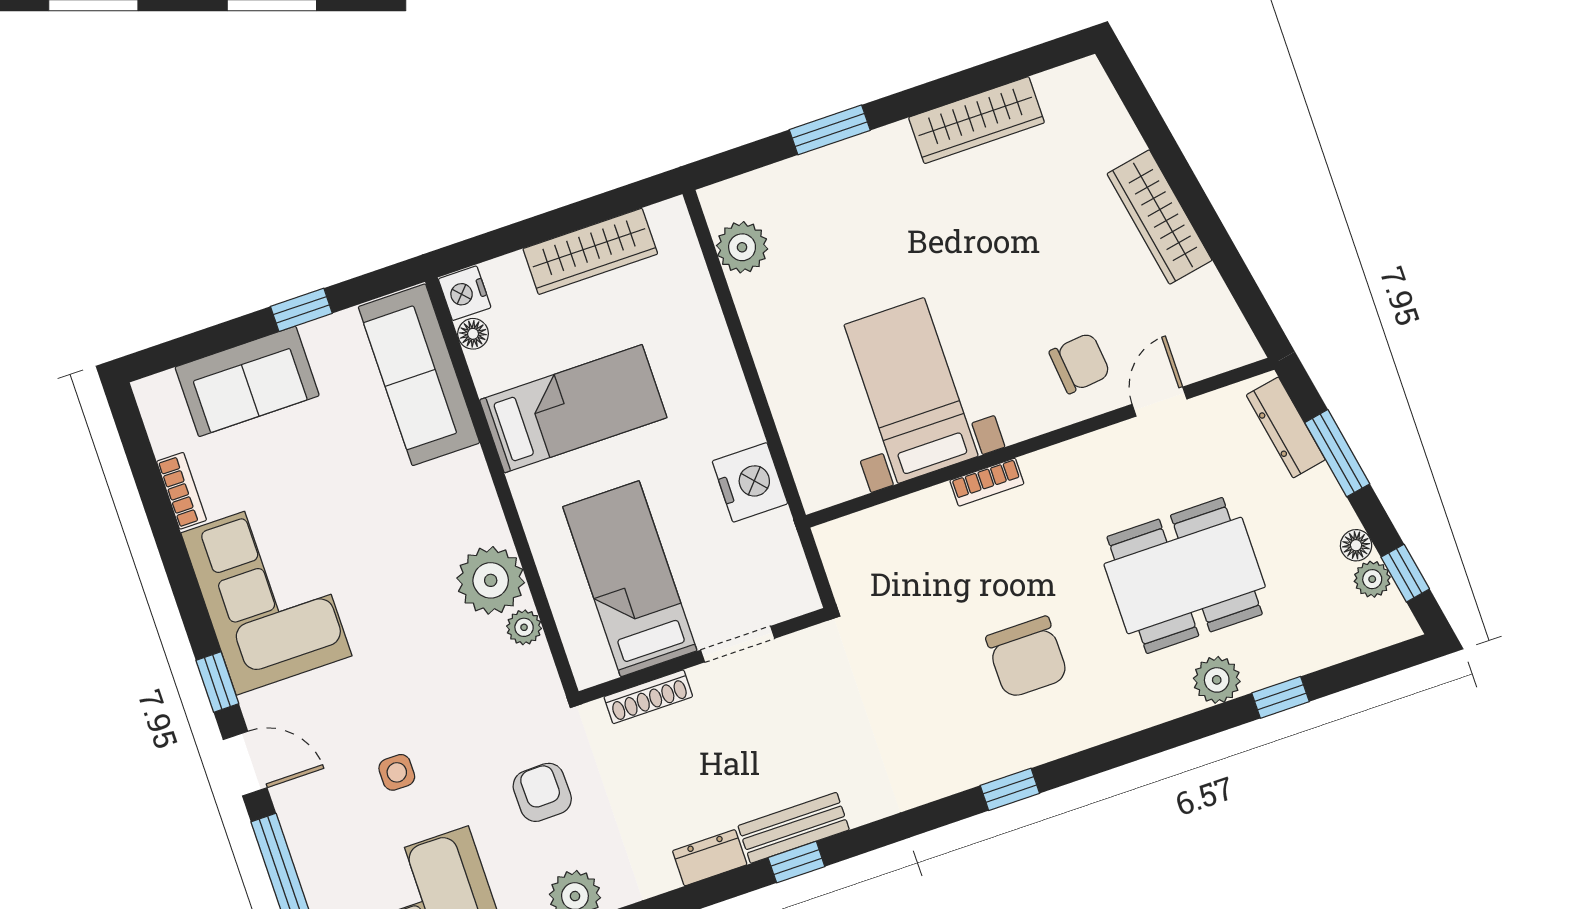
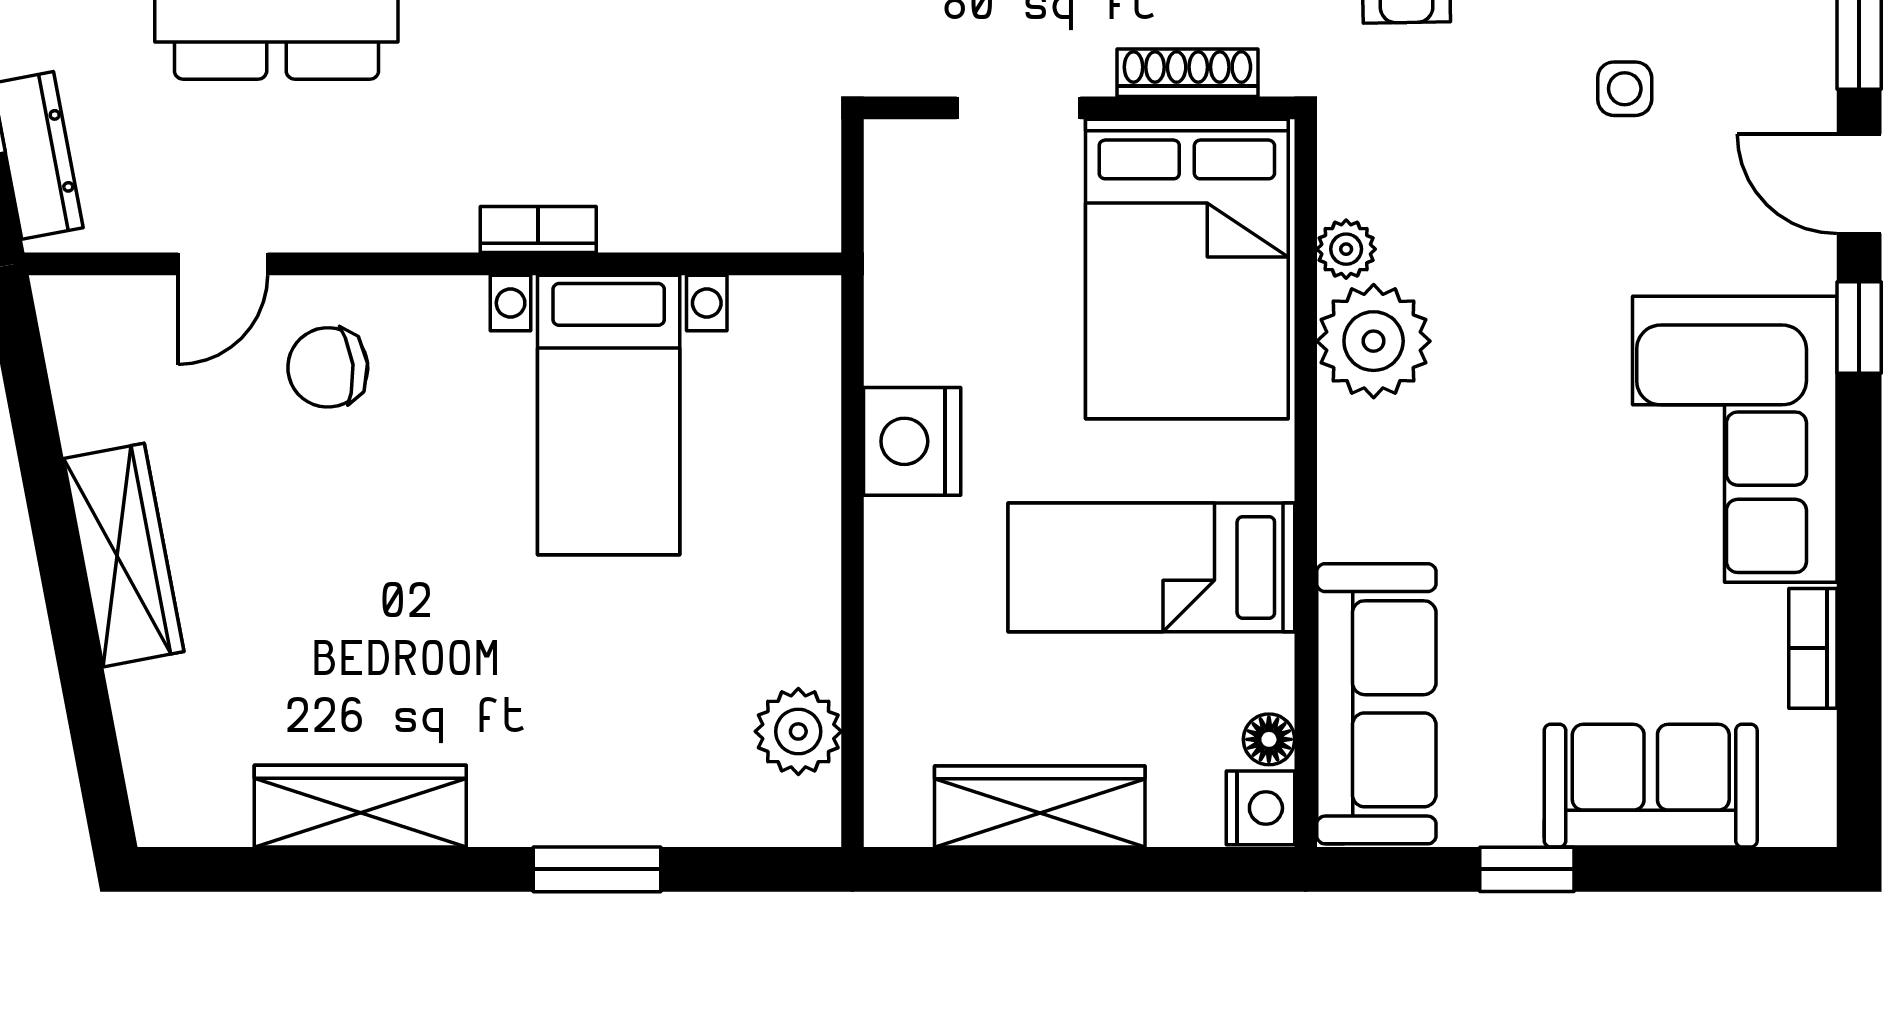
nightstand: (750, 482) -> (912, 441), moved
bed: (630, 579) -> (1187, 269), width x1.50

